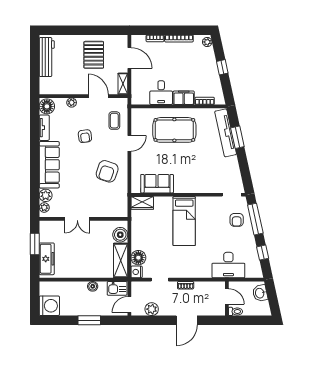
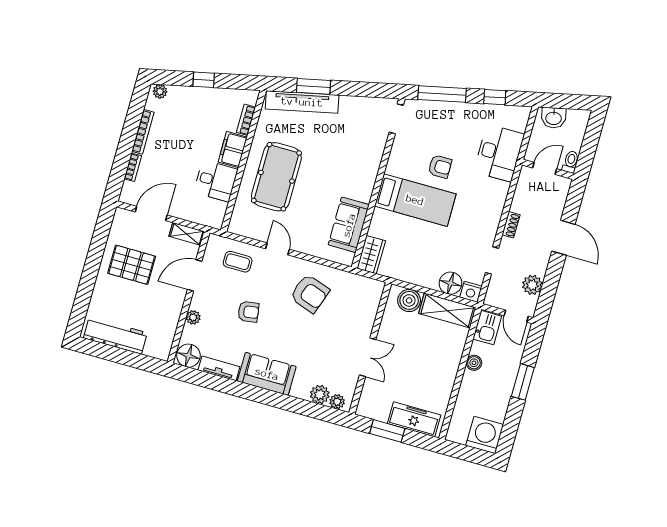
sofa: (49, 165) -> (267, 374), width x0.73
armchair: (237, 220) -> (440, 167), moved

